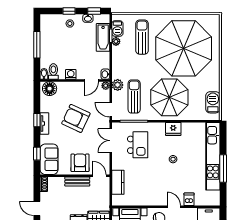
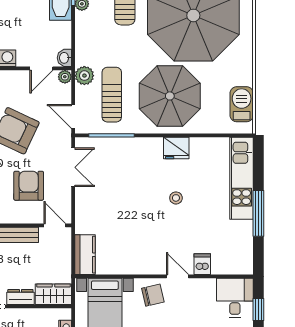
double door: (111, 141) -> (73, 167), swing flipped
kitchen island: (138, 145) -> (118, 174), removed
kitchen unit: (213, 156) -> (242, 178), width x0.73
armchair: (80, 163) -> (29, 186), moved
kitchen counter: (118, 182) -> (85, 255), moved

